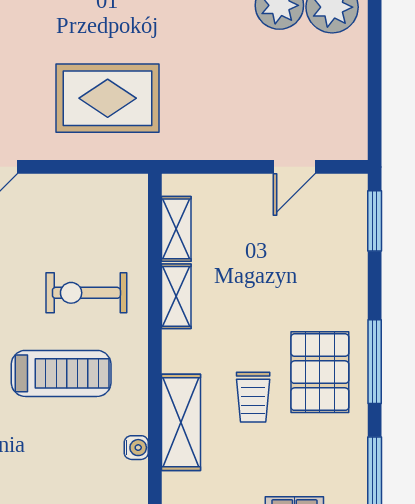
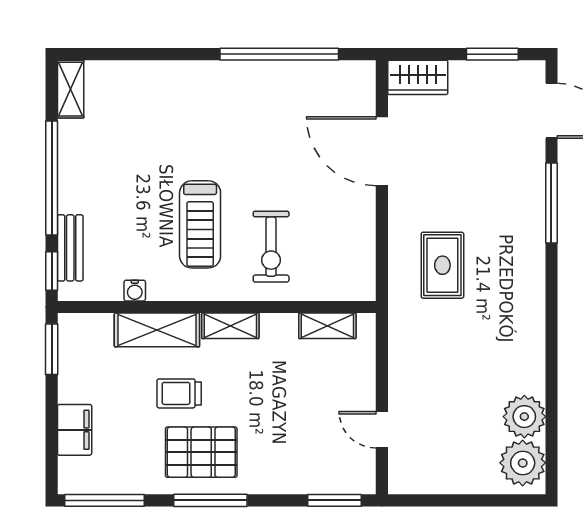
rug: (108, 98) -> (442, 265), width x0.73, depth x0.70
exercise bike: (86, 293) -> (271, 247), turned 180
shelving: (176, 296) -> (230, 326), moved

